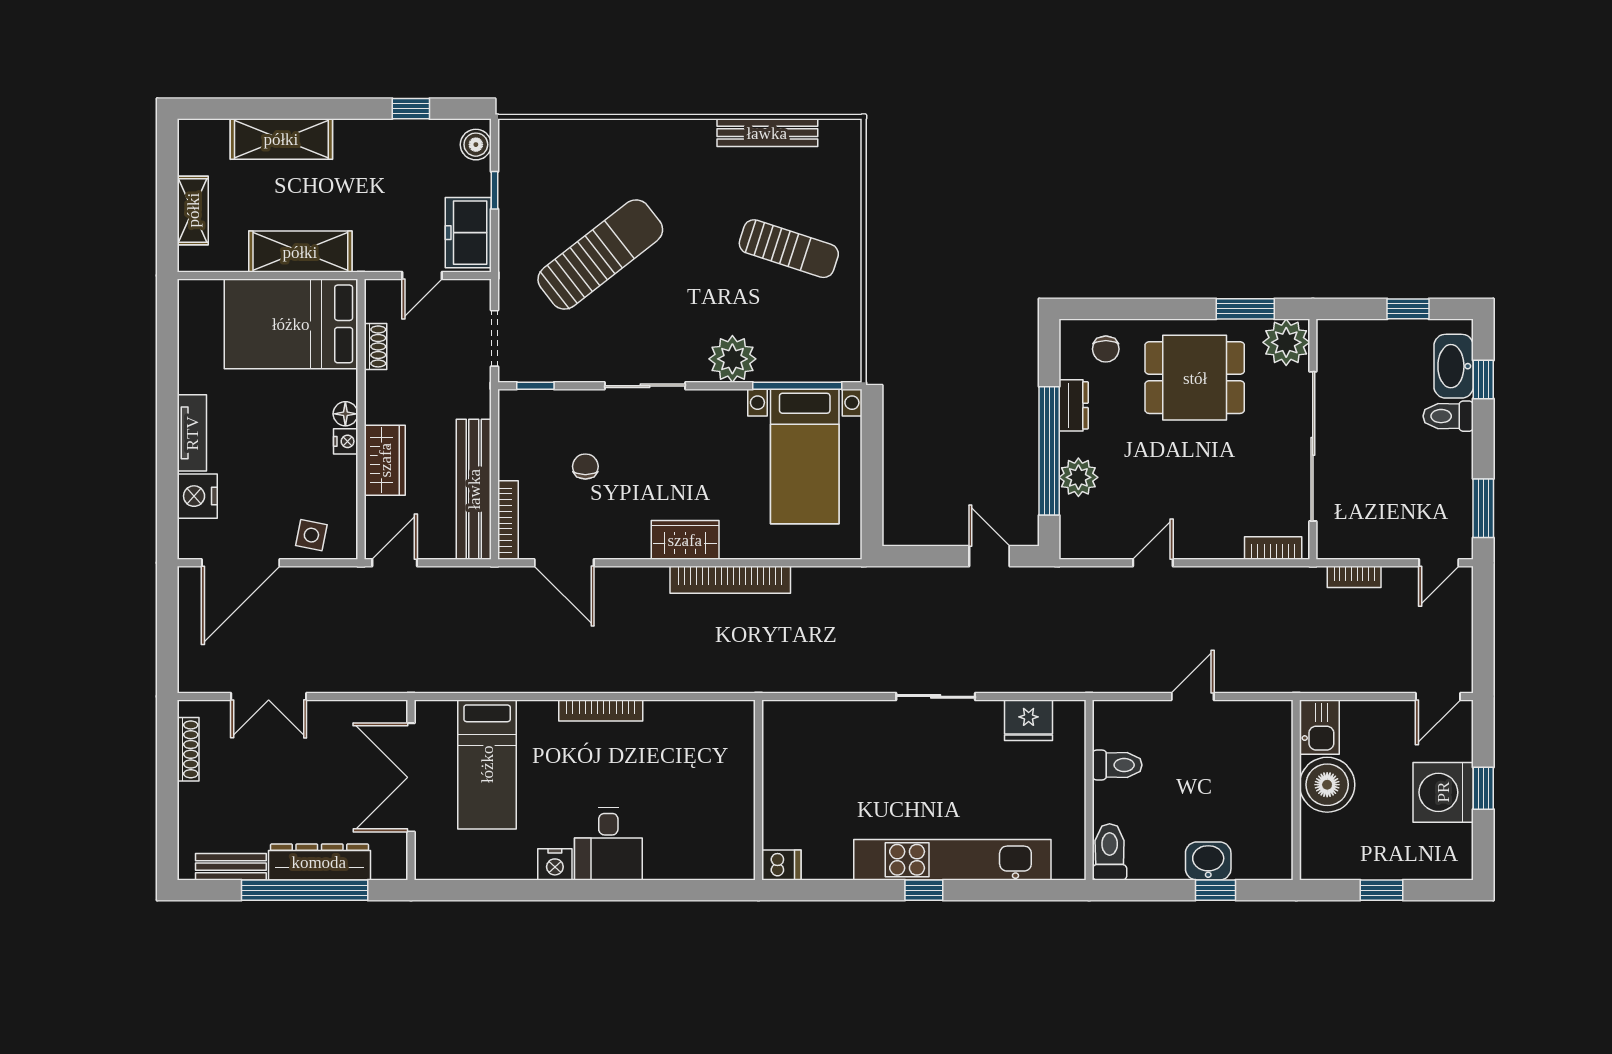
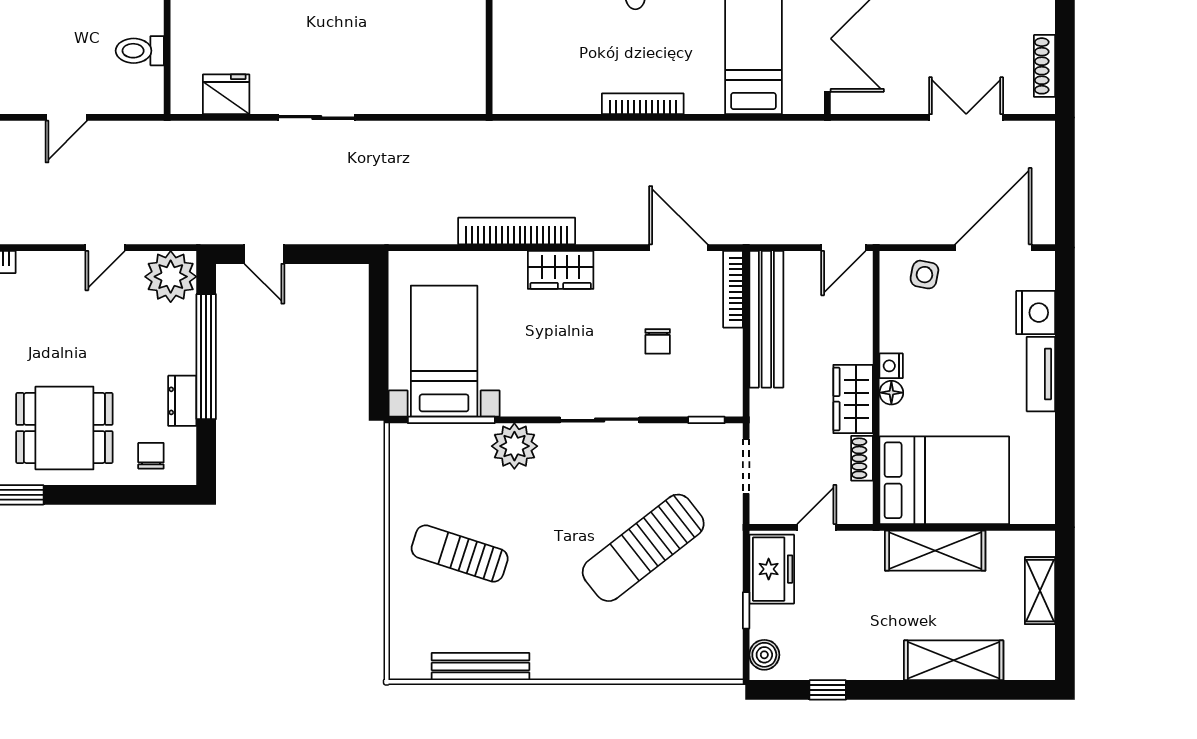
wardrobe: (385, 460) -> (853, 399), moved
plant: (1078, 477) -> (171, 277), moved, width x1.36, depth x1.36

